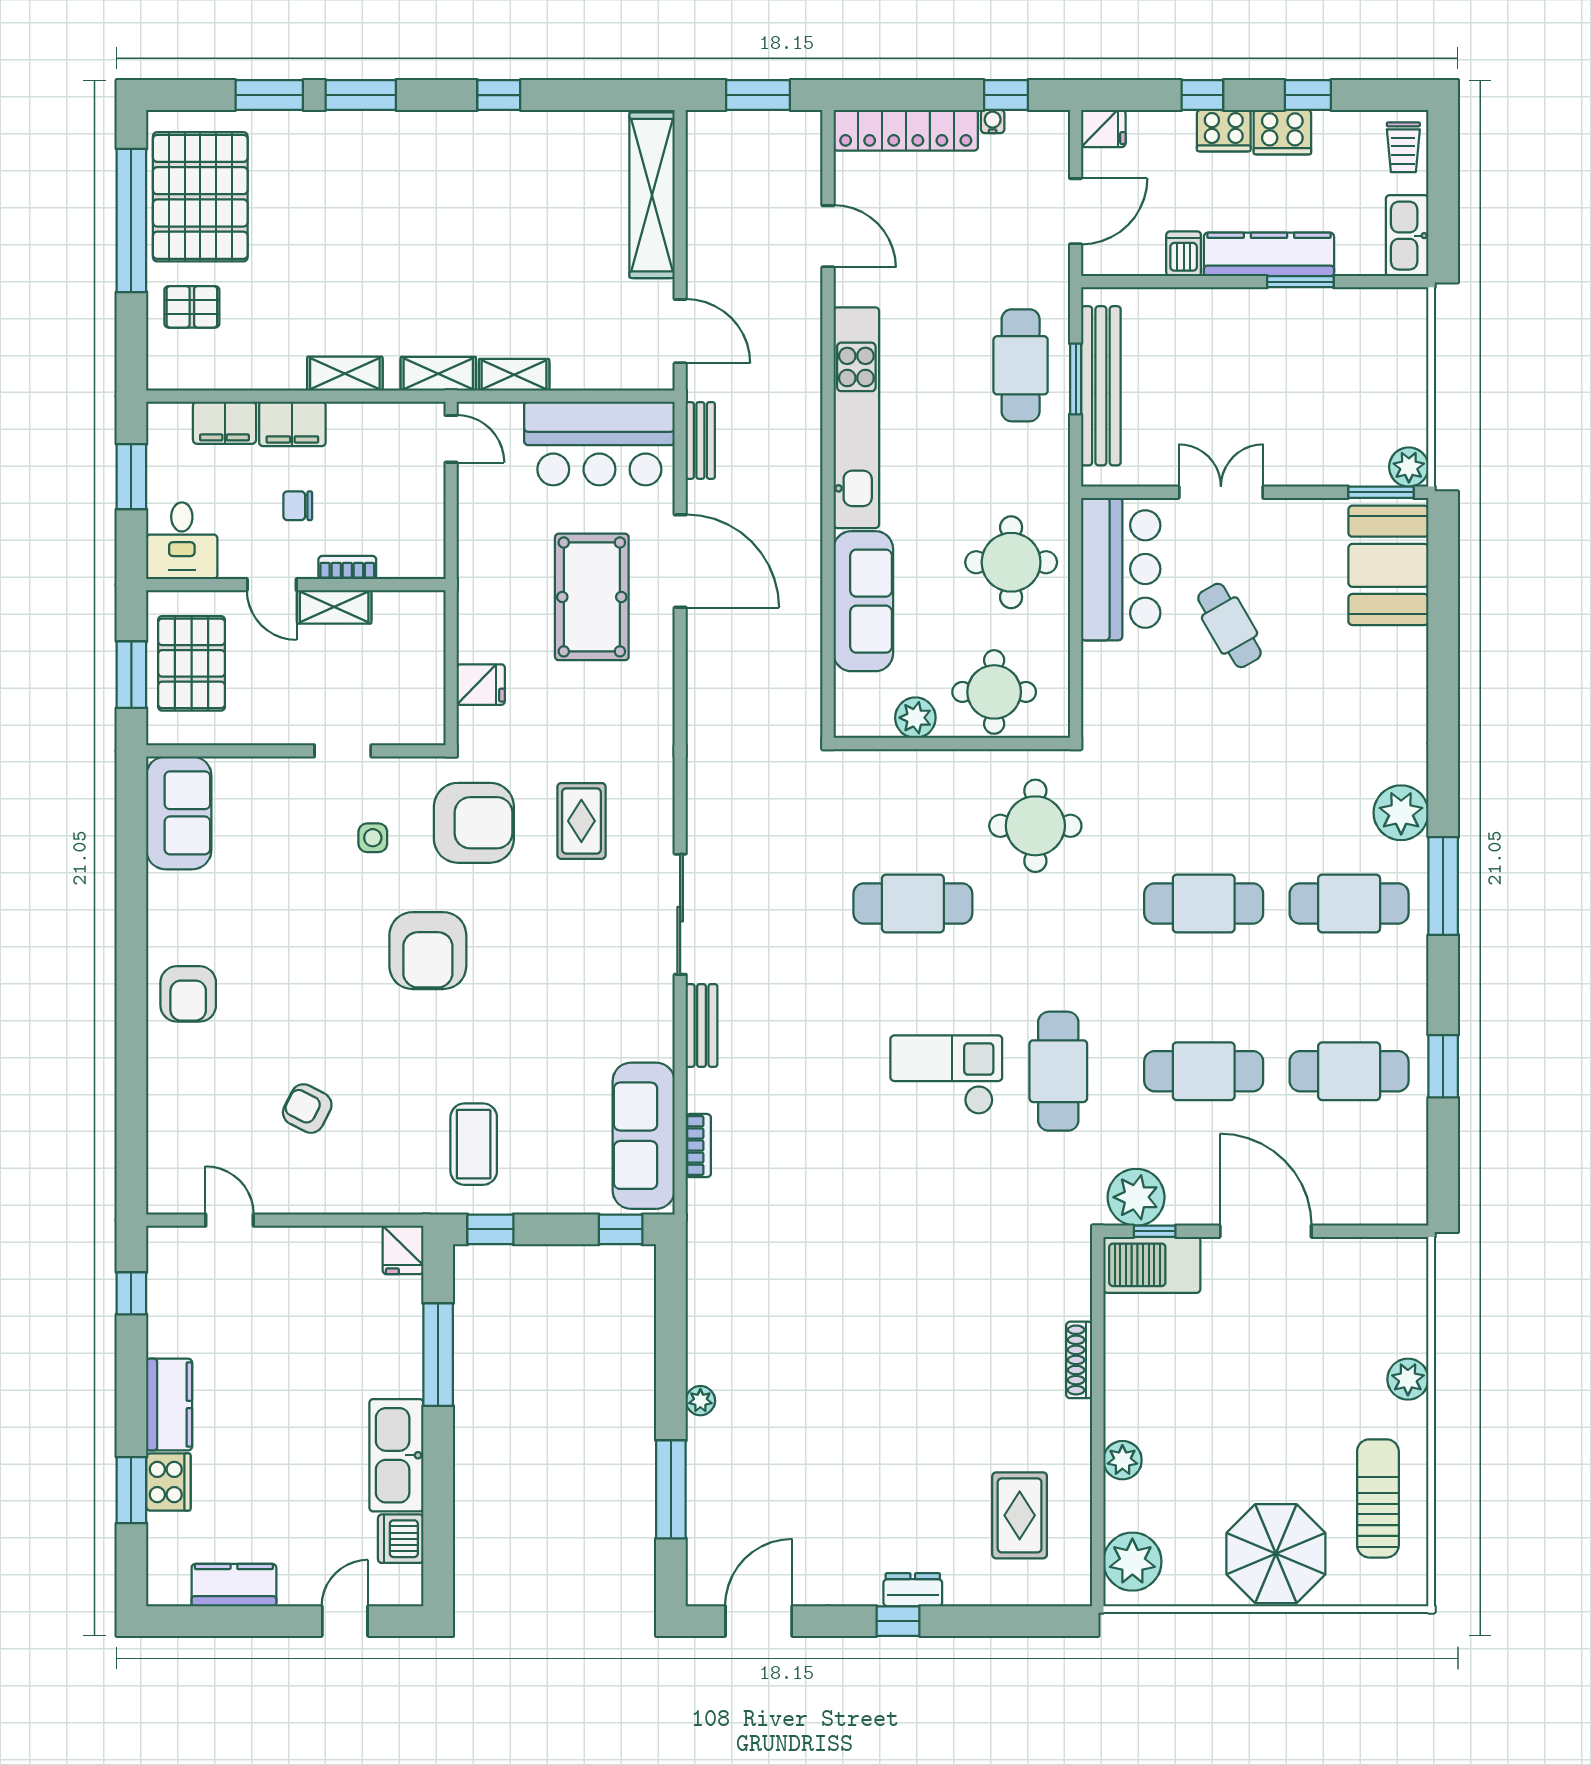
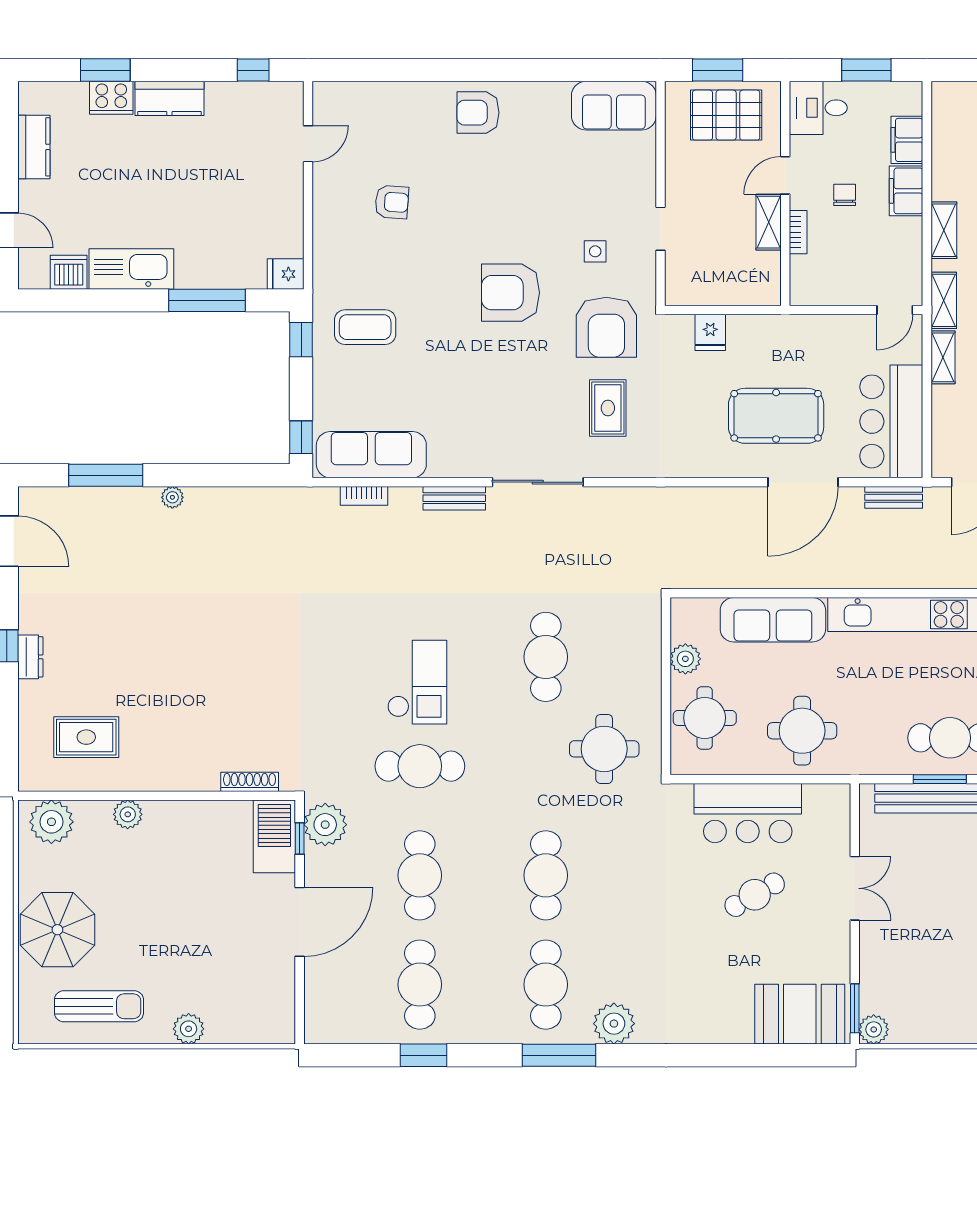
bar counter: (1121, 569) -> (748, 813), moved
rug: (581, 821) -> (608, 408), turned 90
armchair: (307, 1109) -> (392, 202), turned 67
shoe rack: (1079, 1360) -> (250, 782), moved

